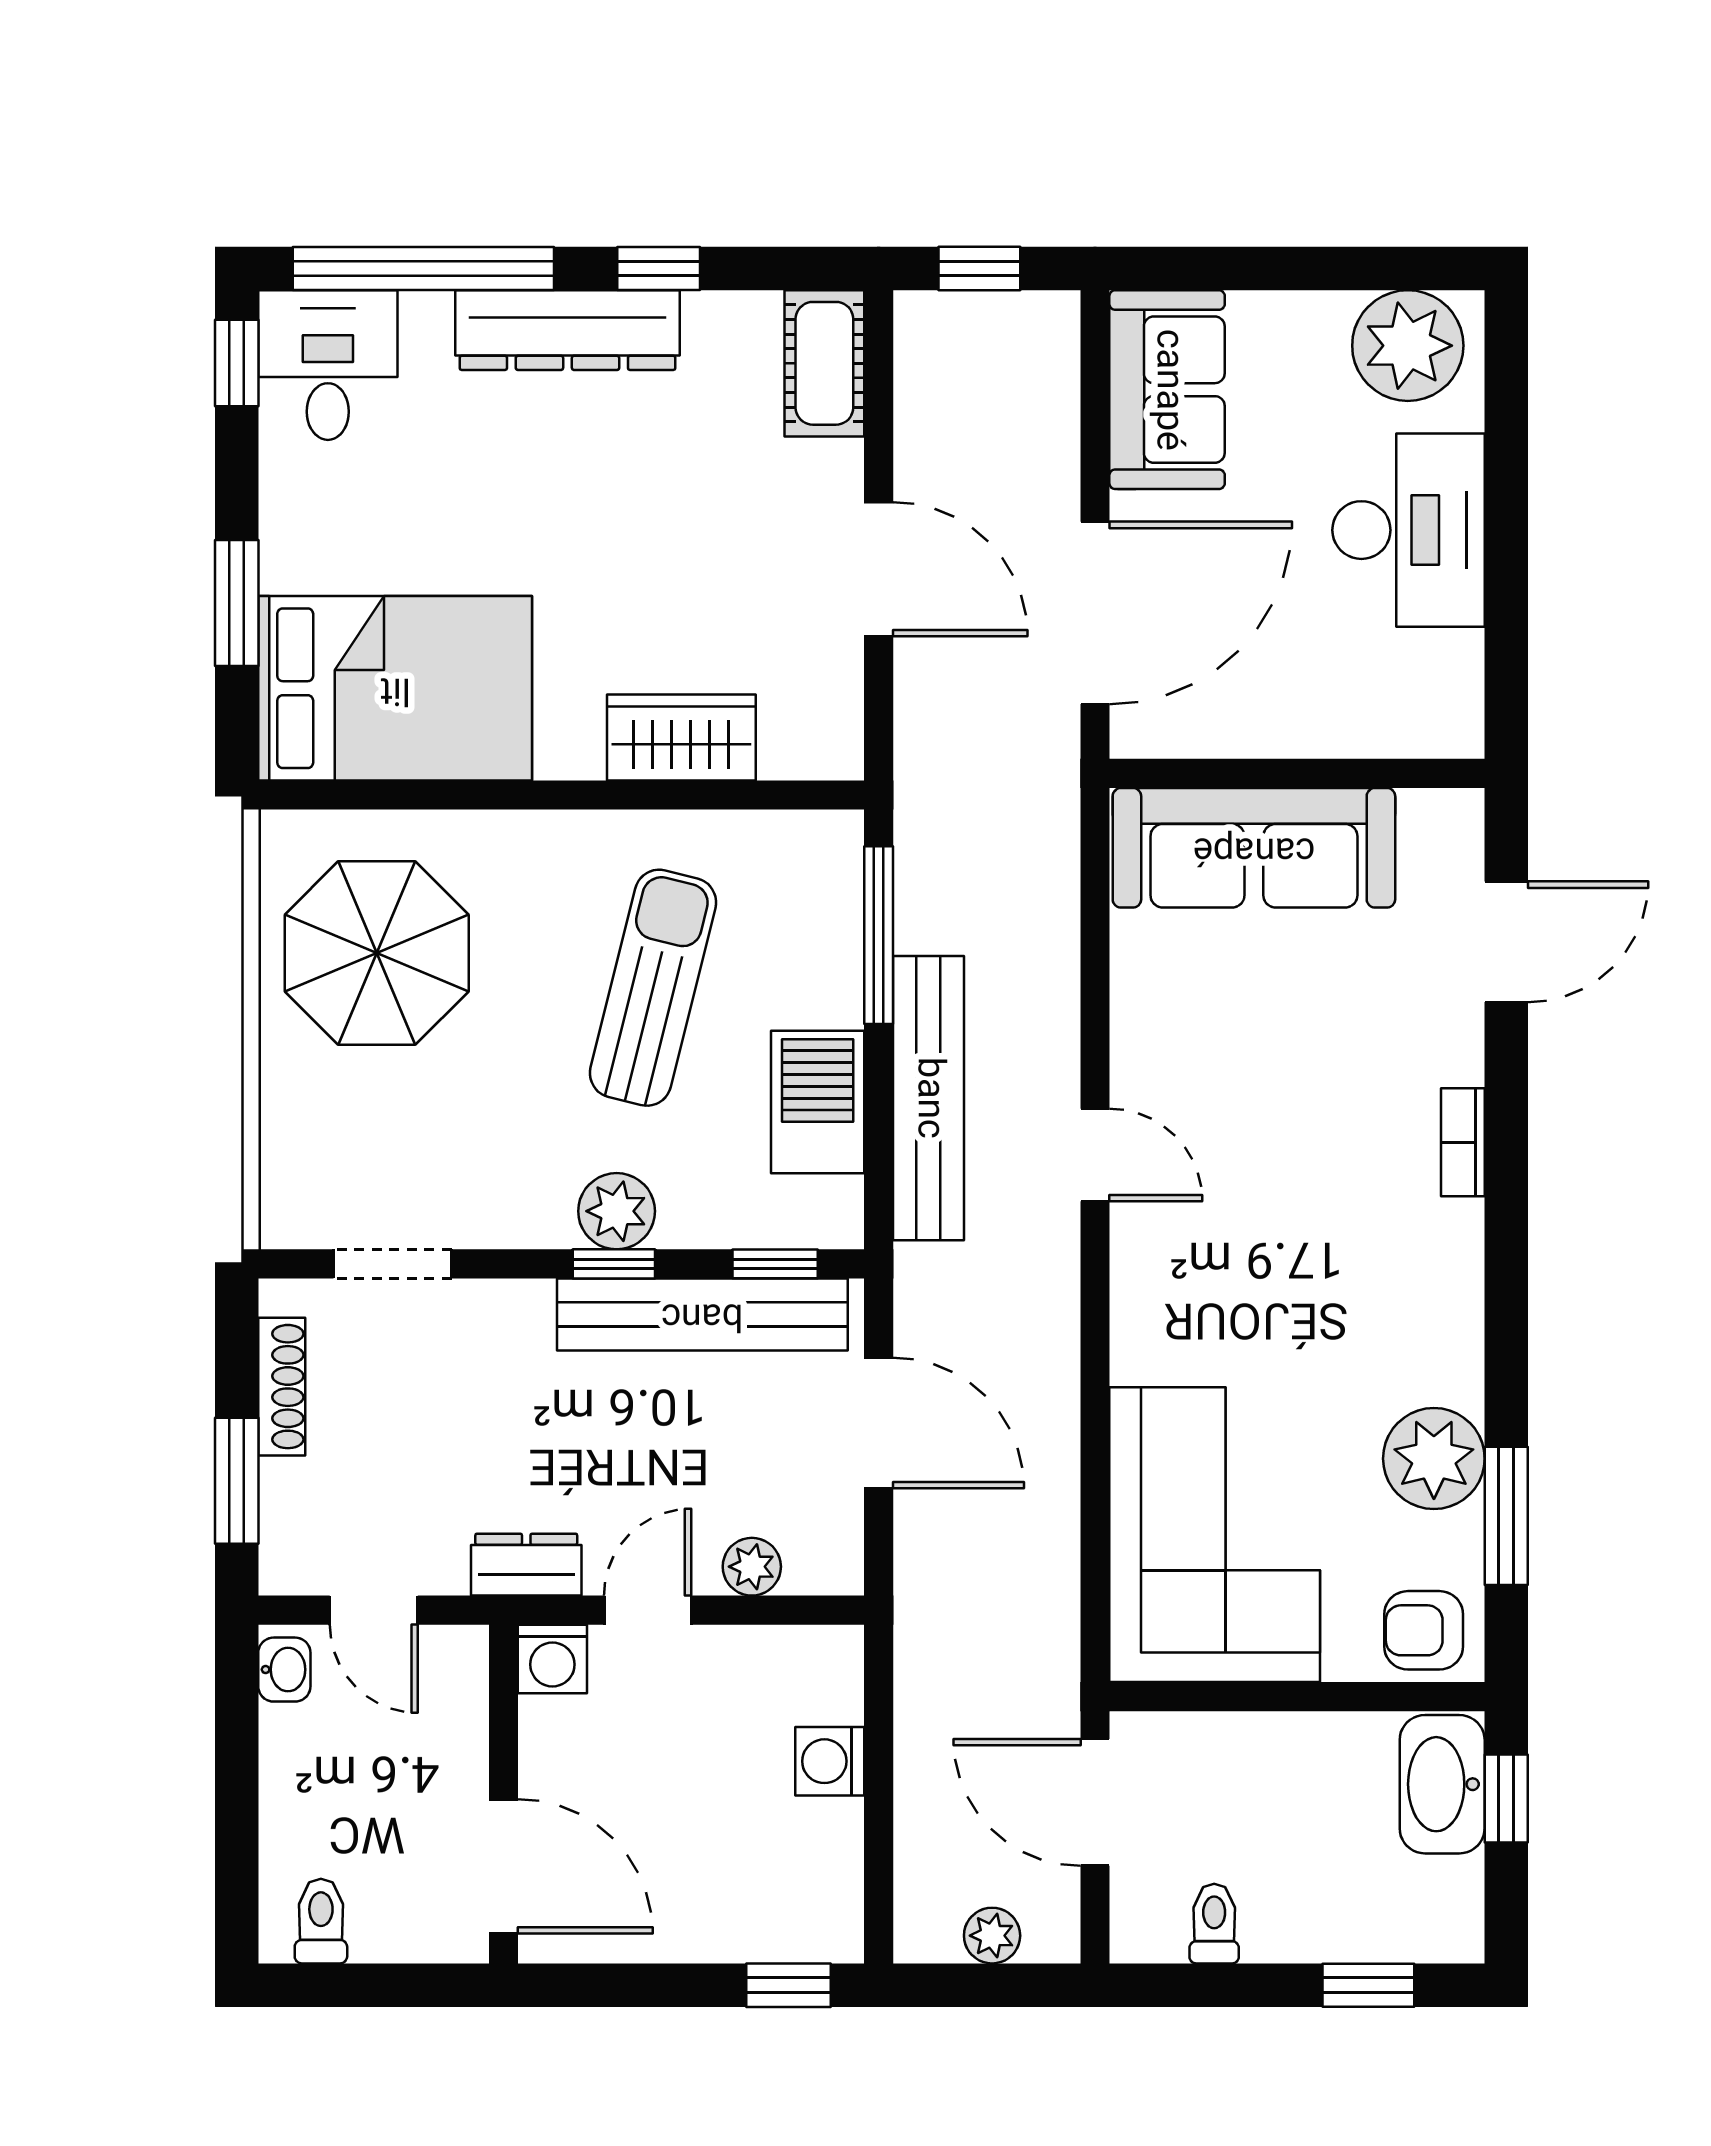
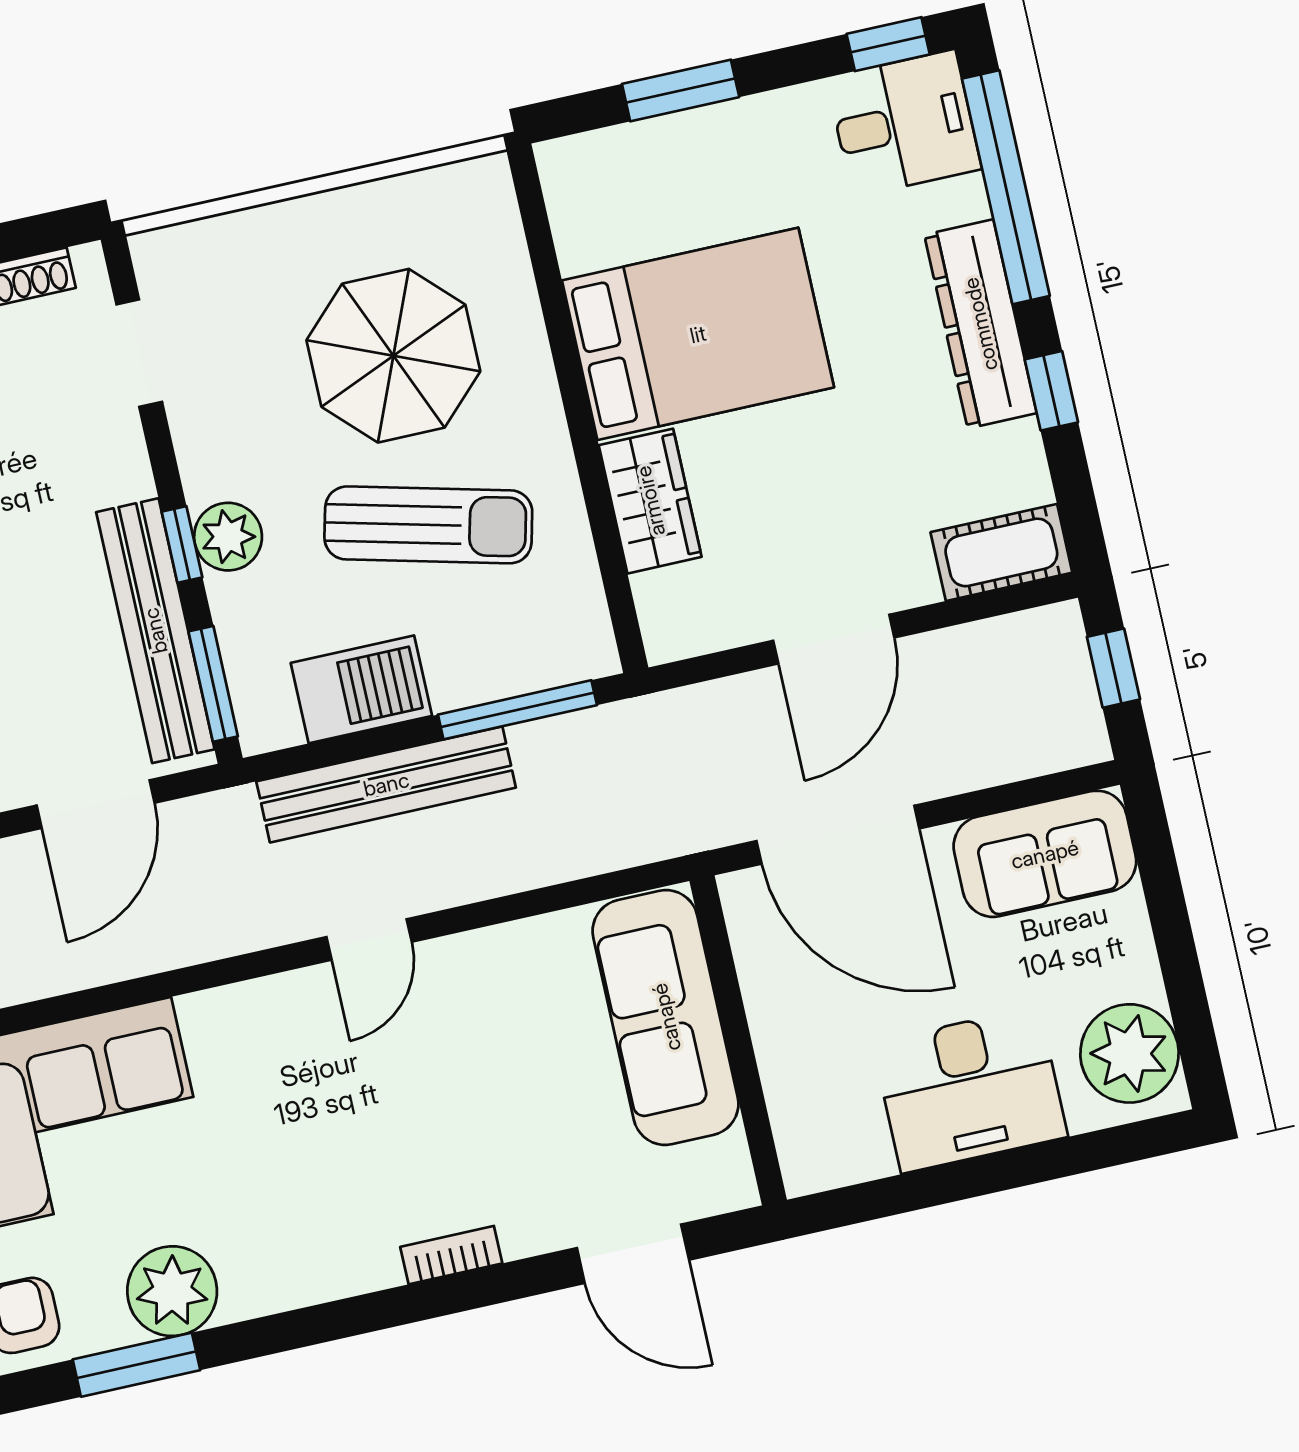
bed: (395, 688) -> (698, 334), moved, turned -90
parasol: (377, 953) -> (393, 356), moved
window: (775, 1264) -> (213, 684), width x1.50

